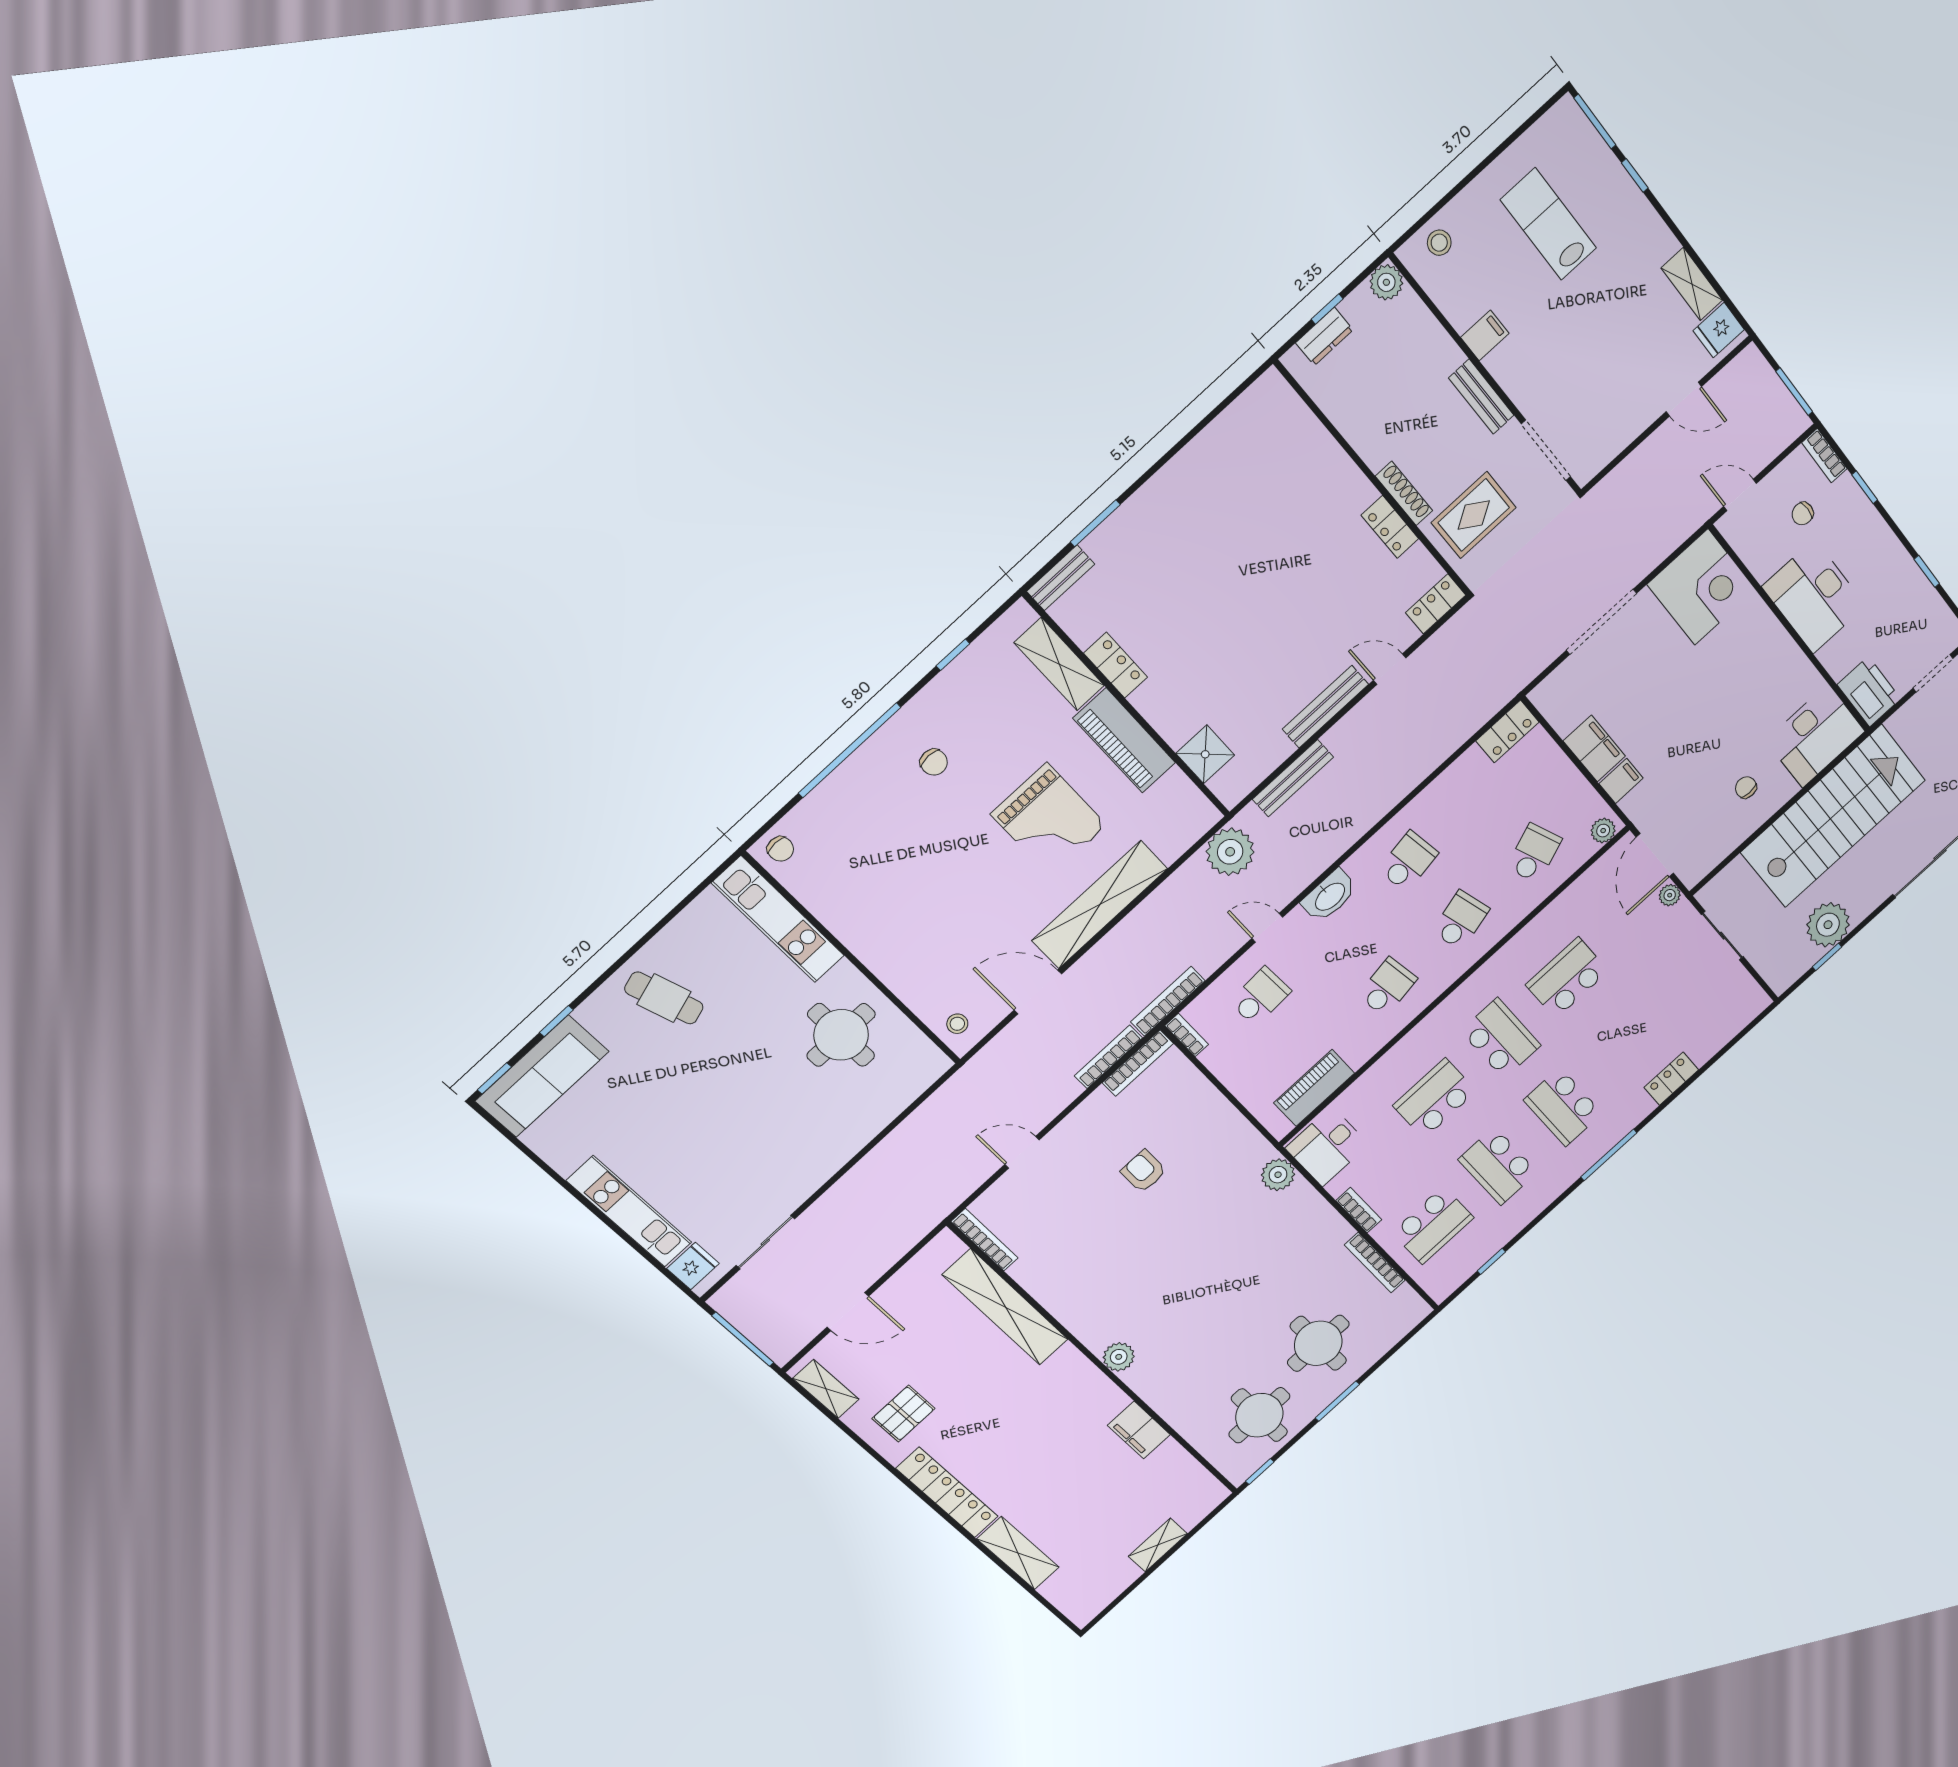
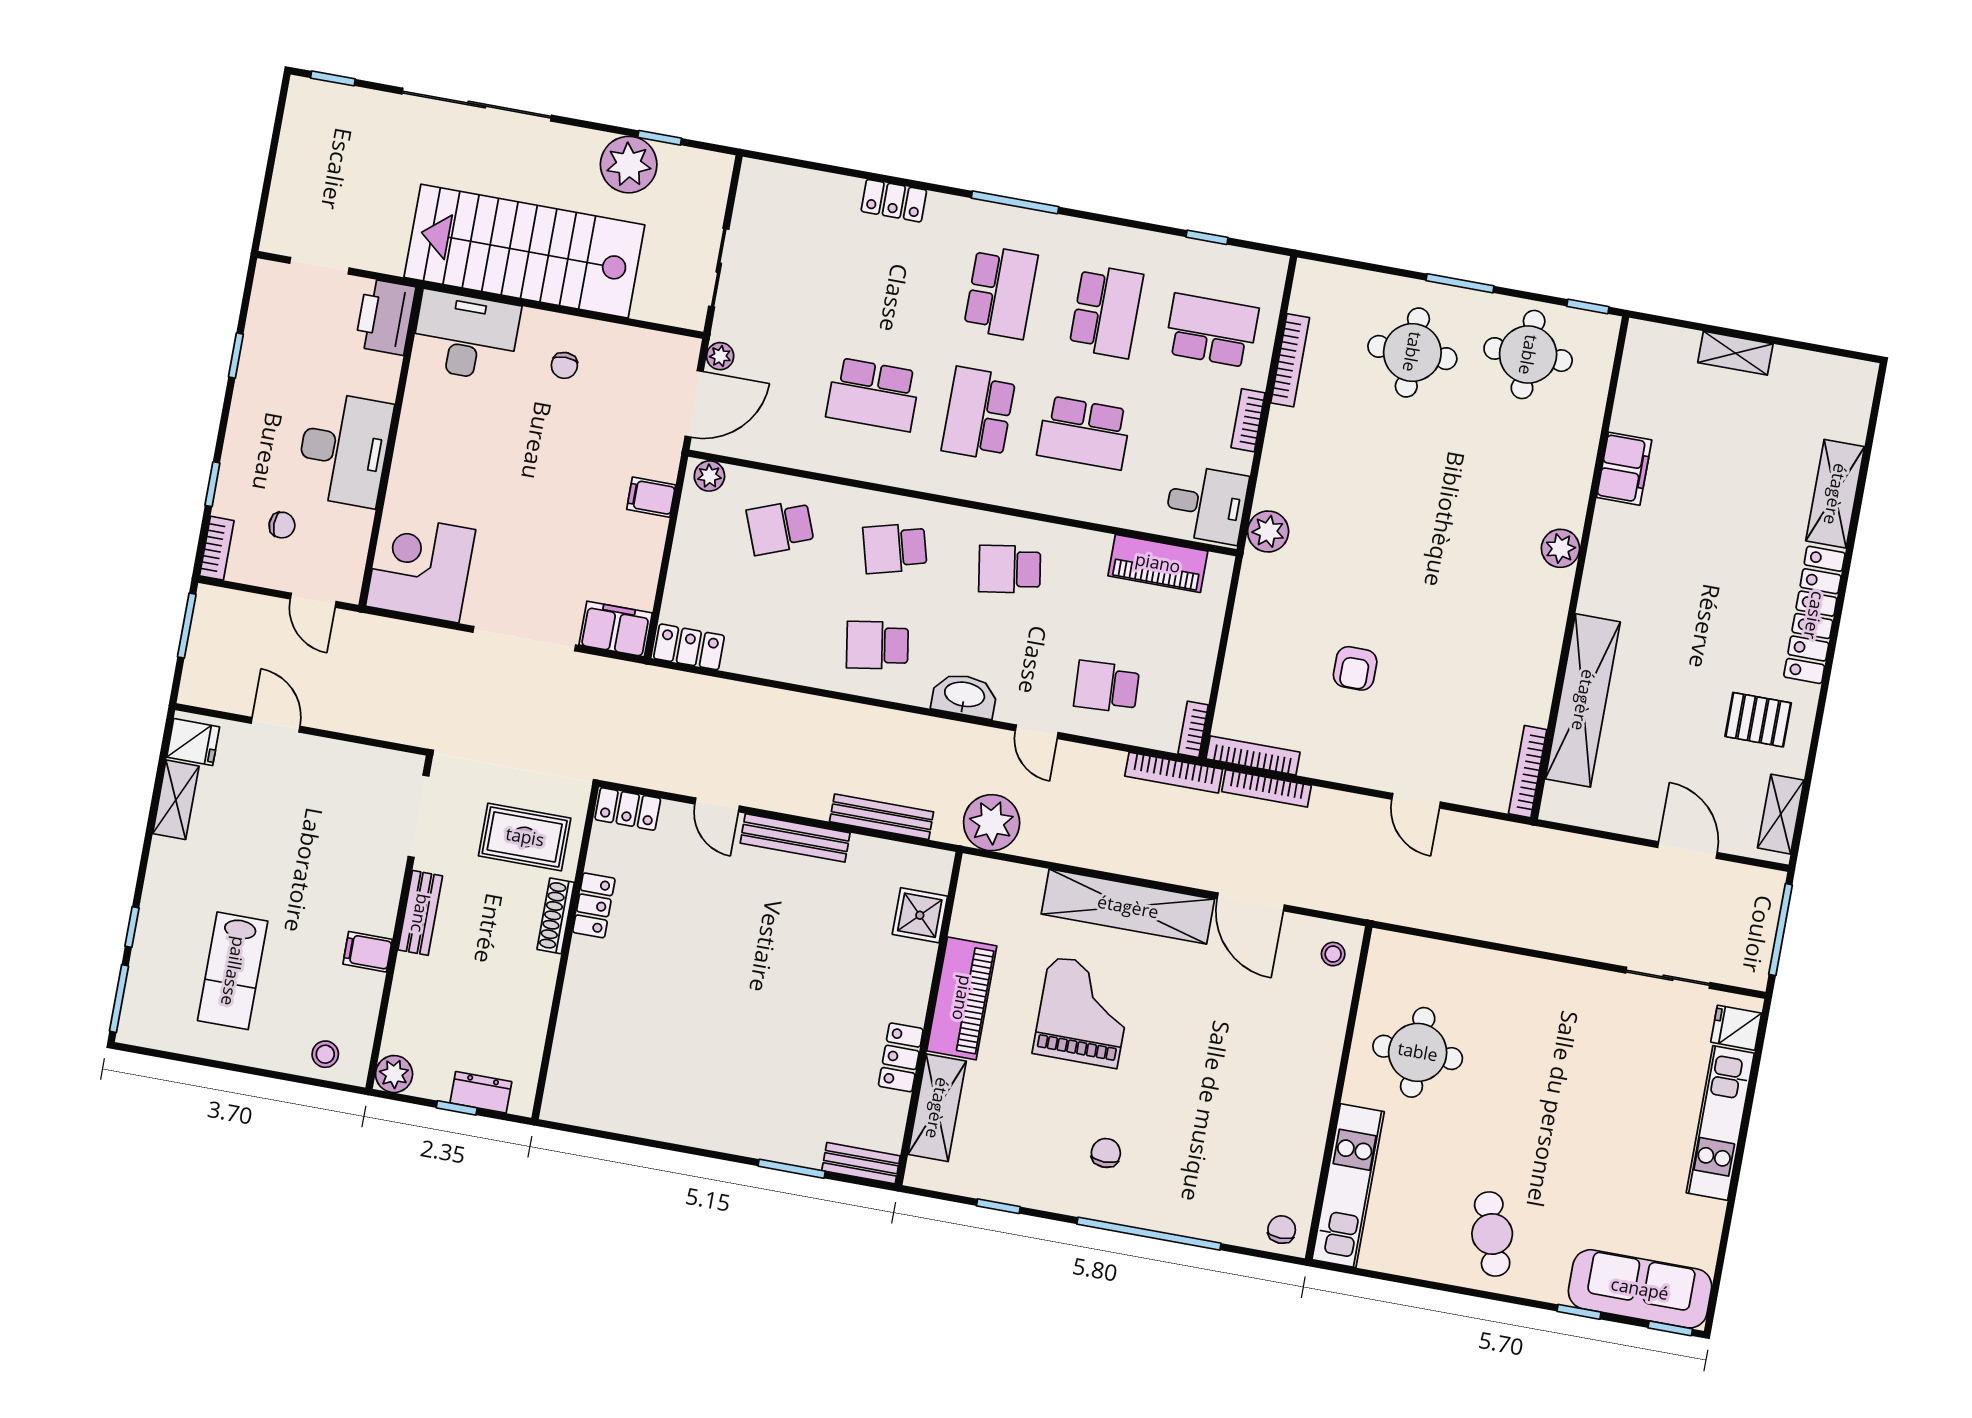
filing cabinet: (1594, 748) -> (616, 629), moved, turned 90

